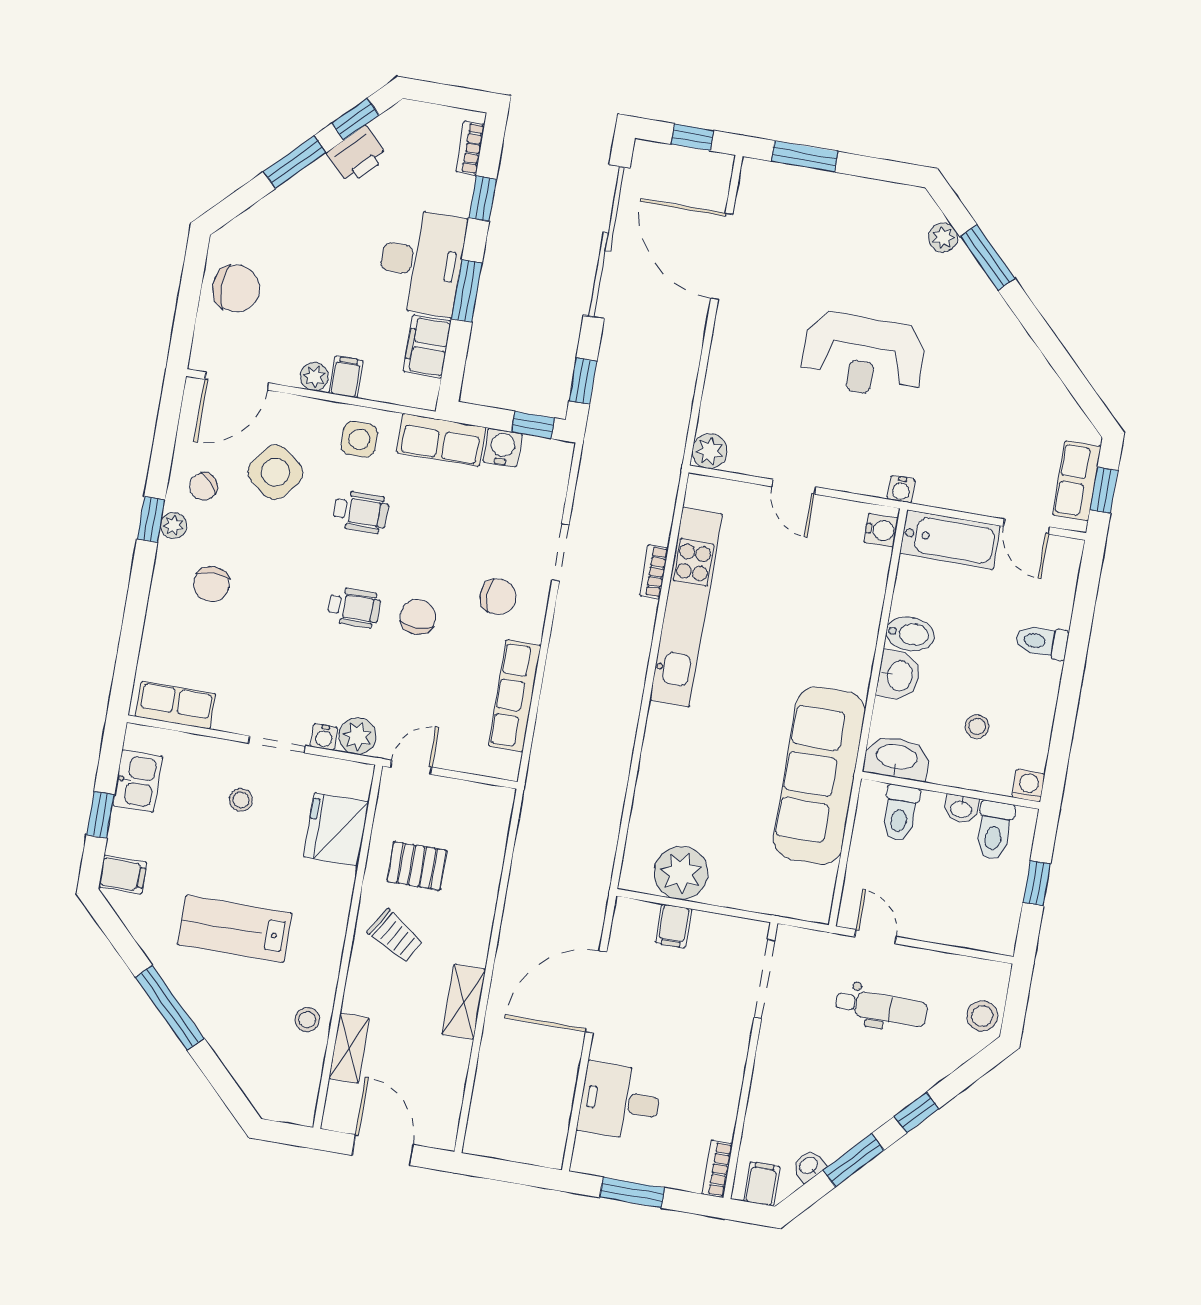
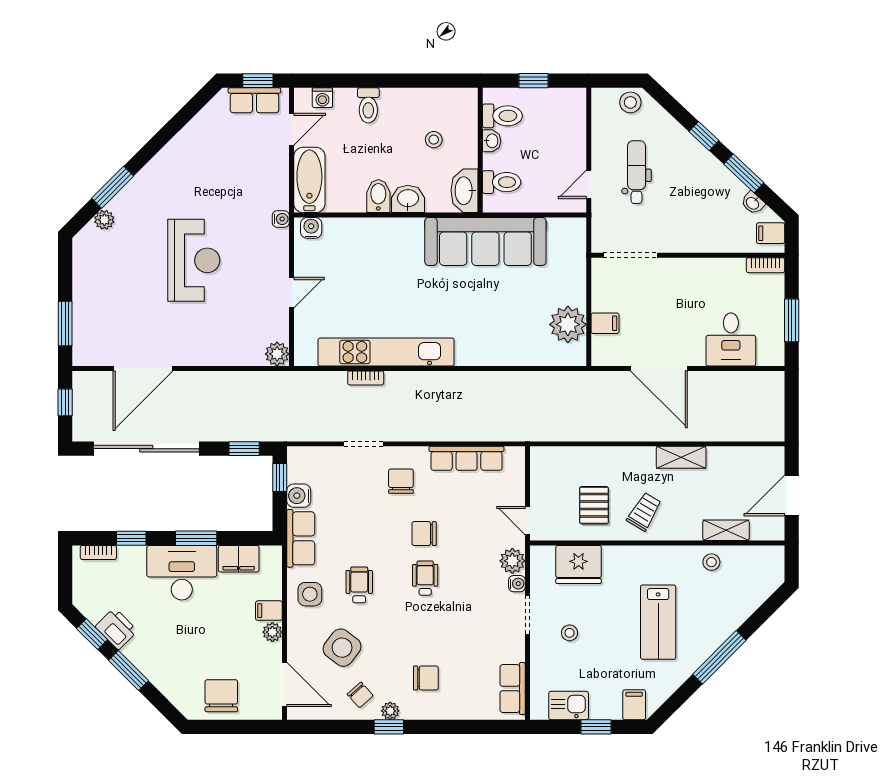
washing machine: (1028, 786) -> (322, 98), moved, turned -90

